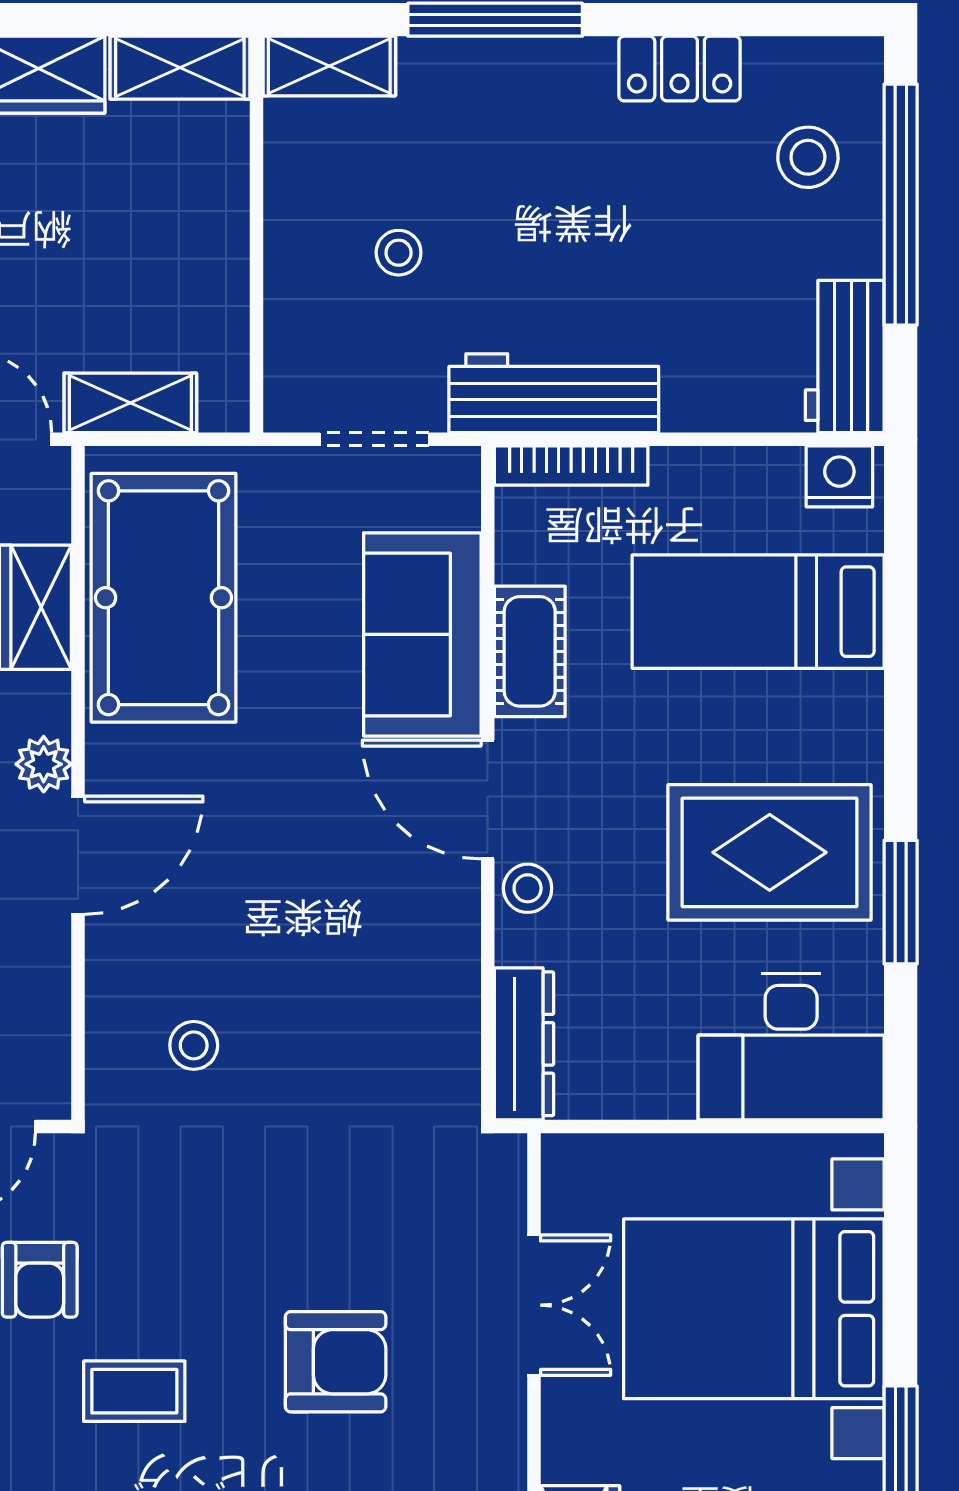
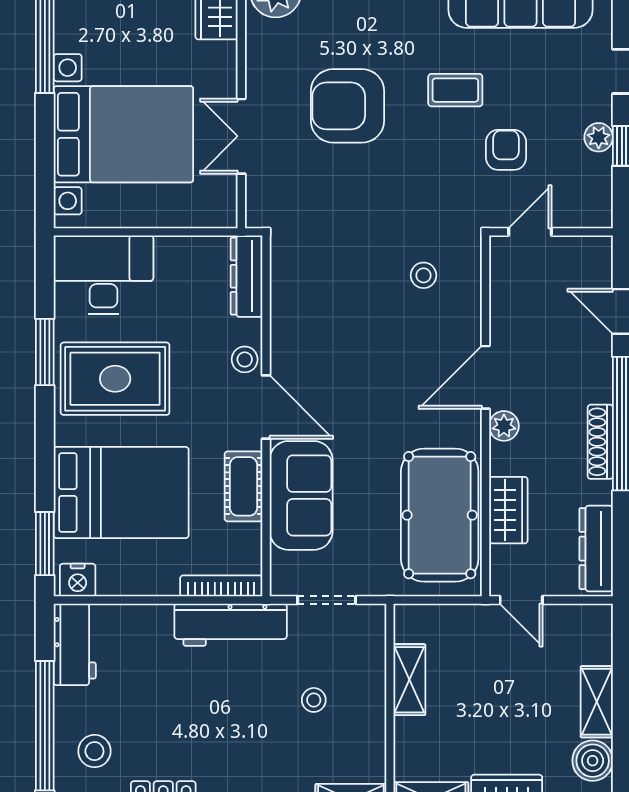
shelving: (130, 403) -> (409, 680), moved, turned 90
window: (901, 544) -> (45, 544), added
bed: (758, 612) -> (121, 493), width x1.50
armchair: (336, 1362) -> (347, 106), width x1.36, depth x1.36

